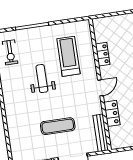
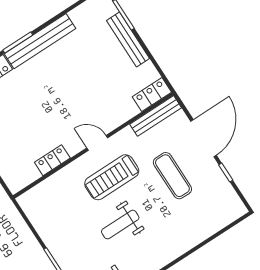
treadmill: (68, 56) -> (112, 177), moved
locker: (112, 113) -> (152, 95), moved

